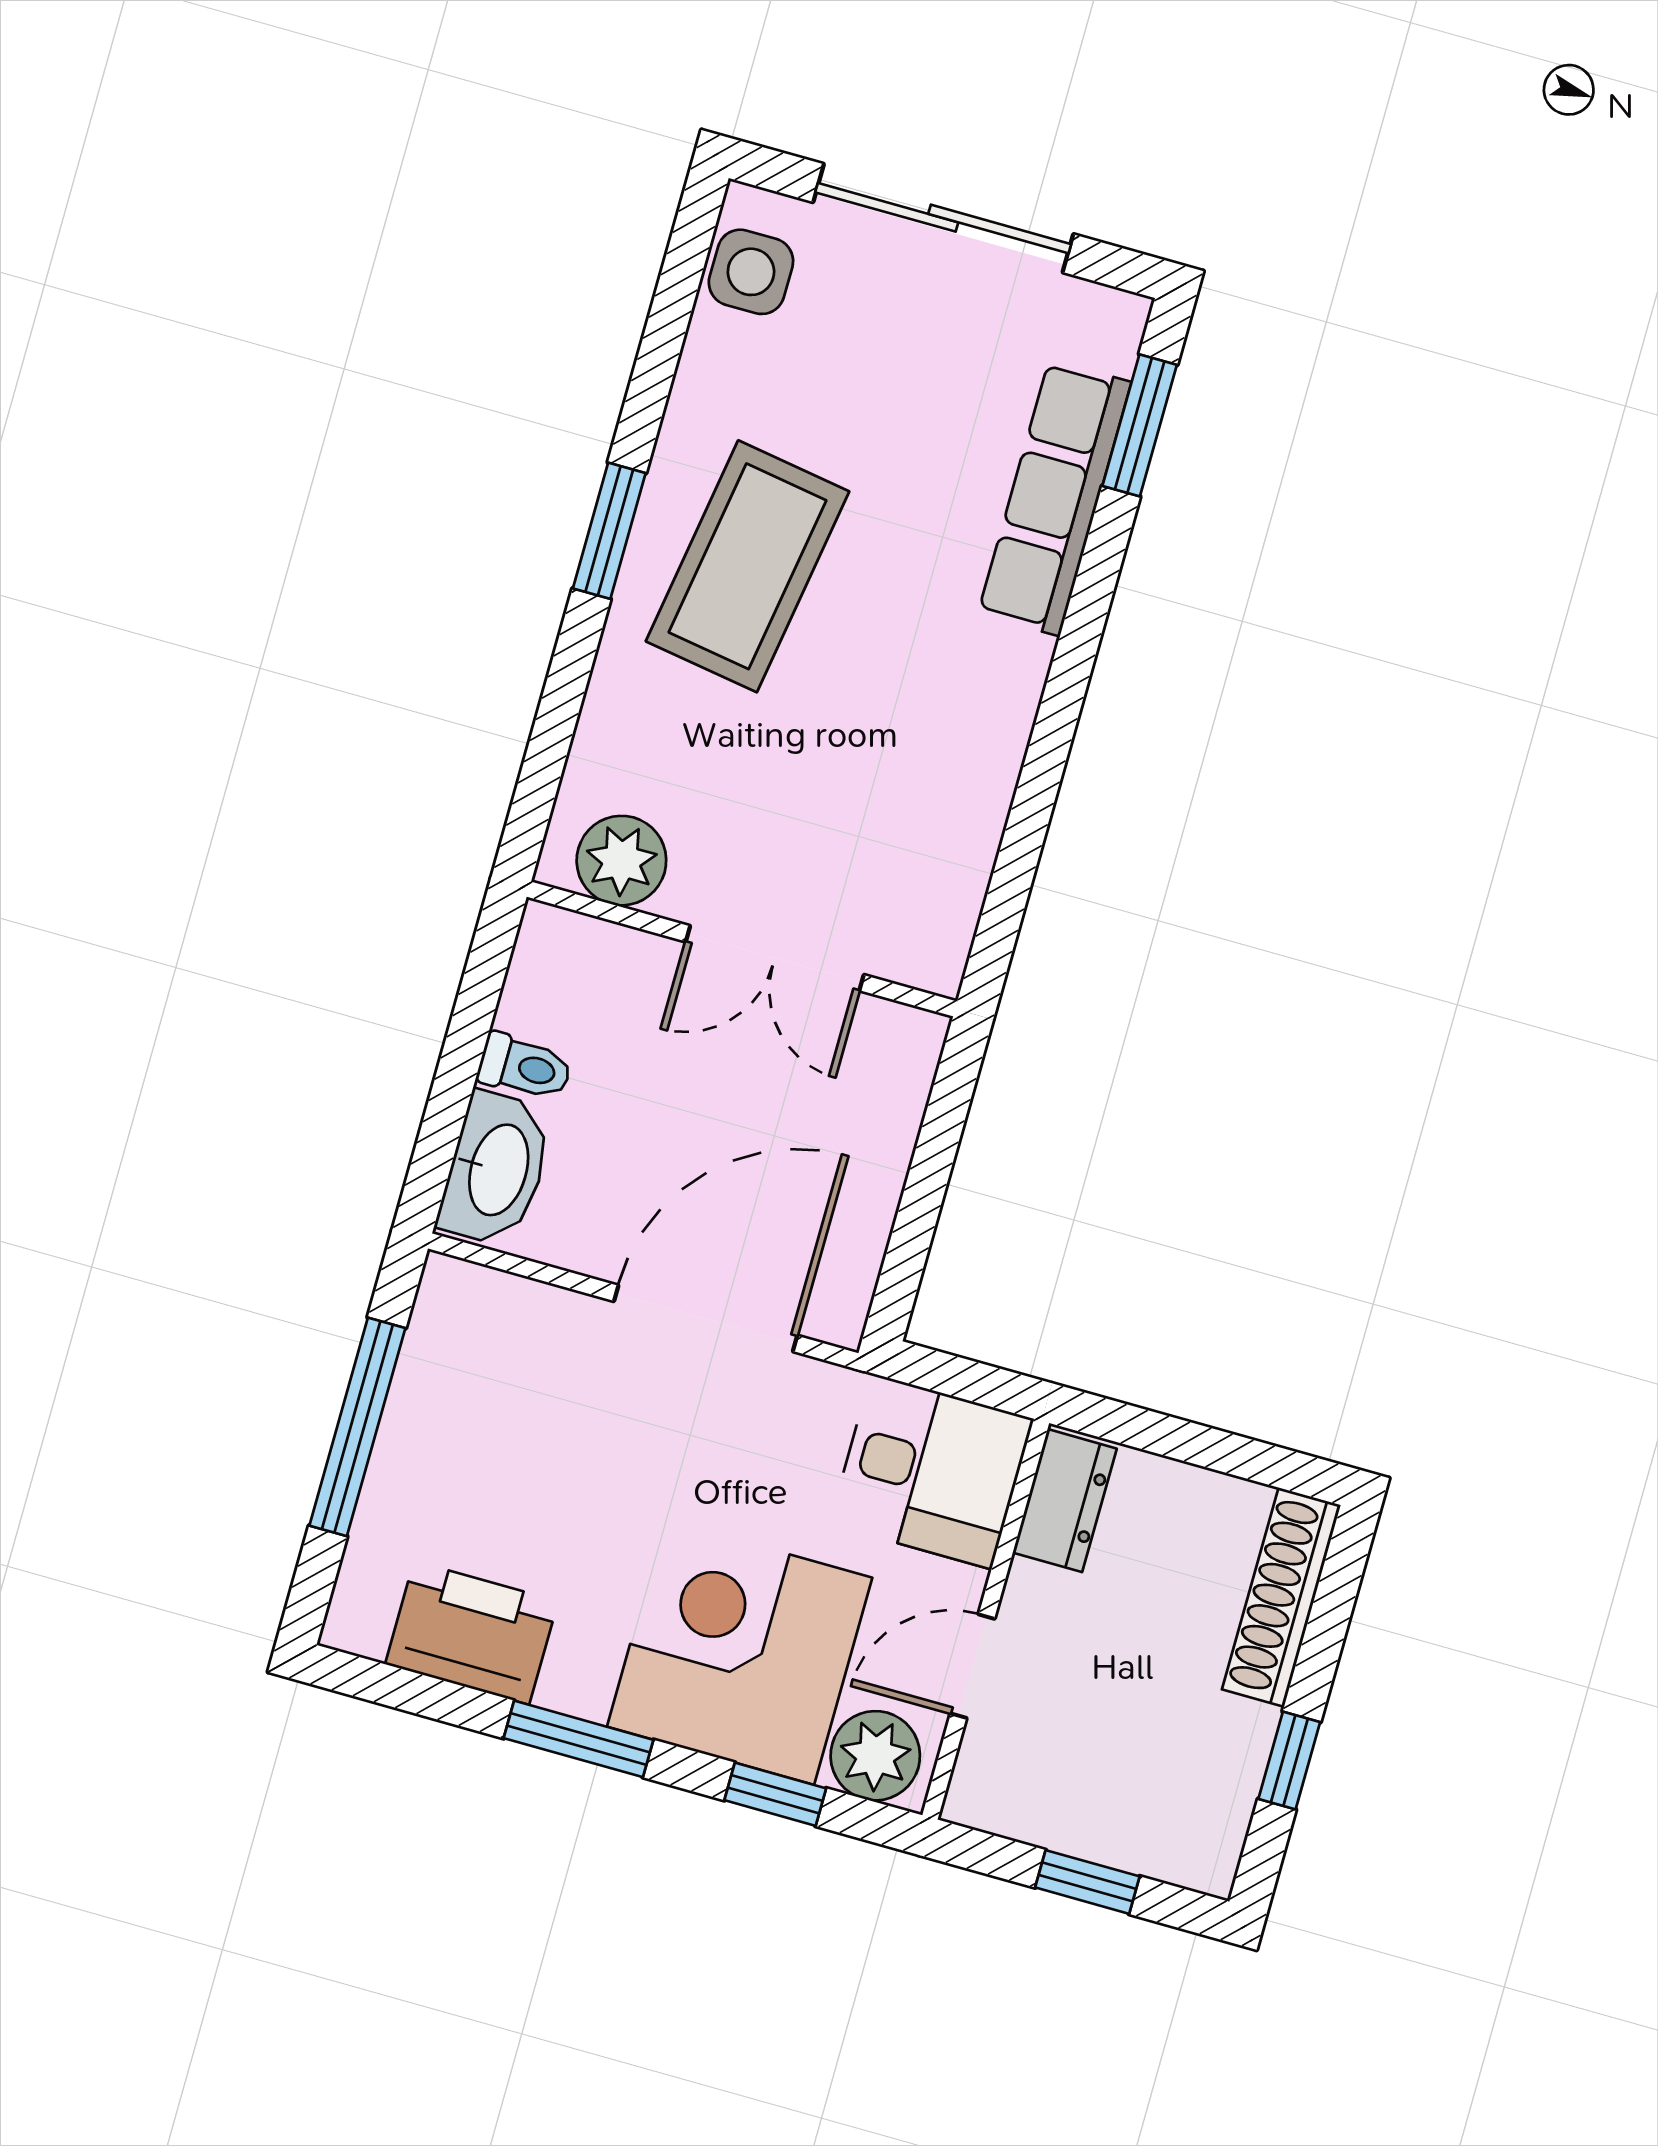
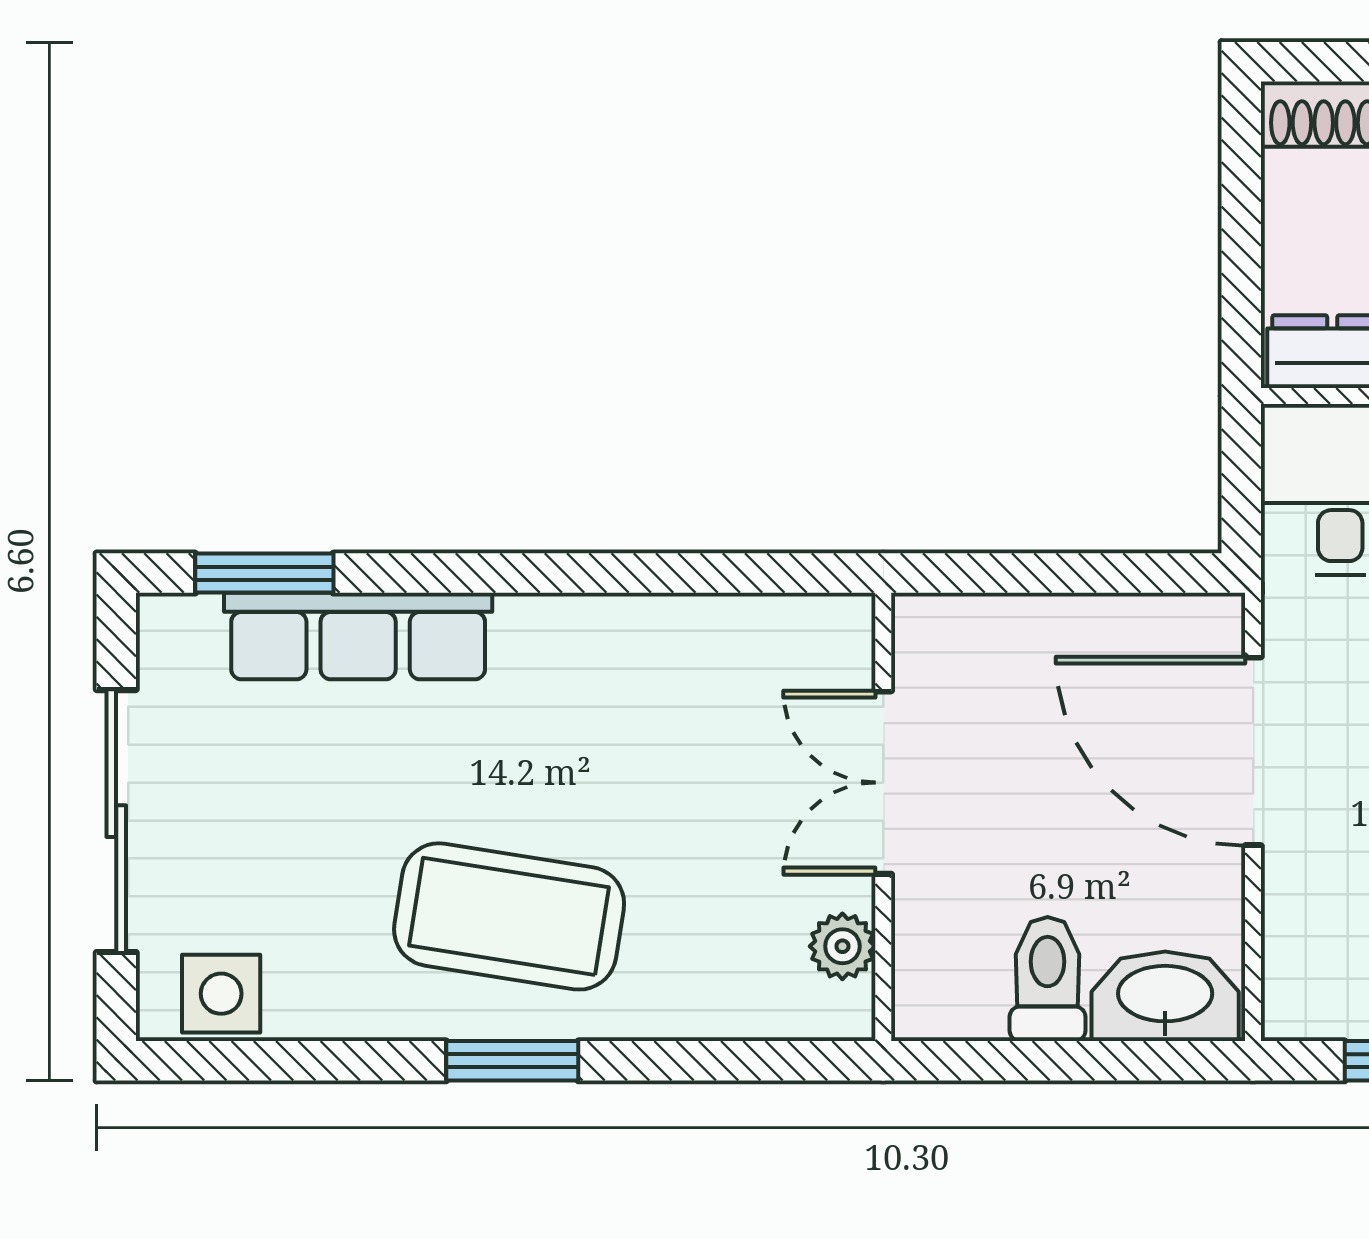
plant: (621, 861) -> (842, 946), width x0.73, depth x0.73
double door: (775, 958) -> (883, 783), swing flipped
toilet: (525, 1067) -> (1048, 979), width x1.37, depth x1.39

